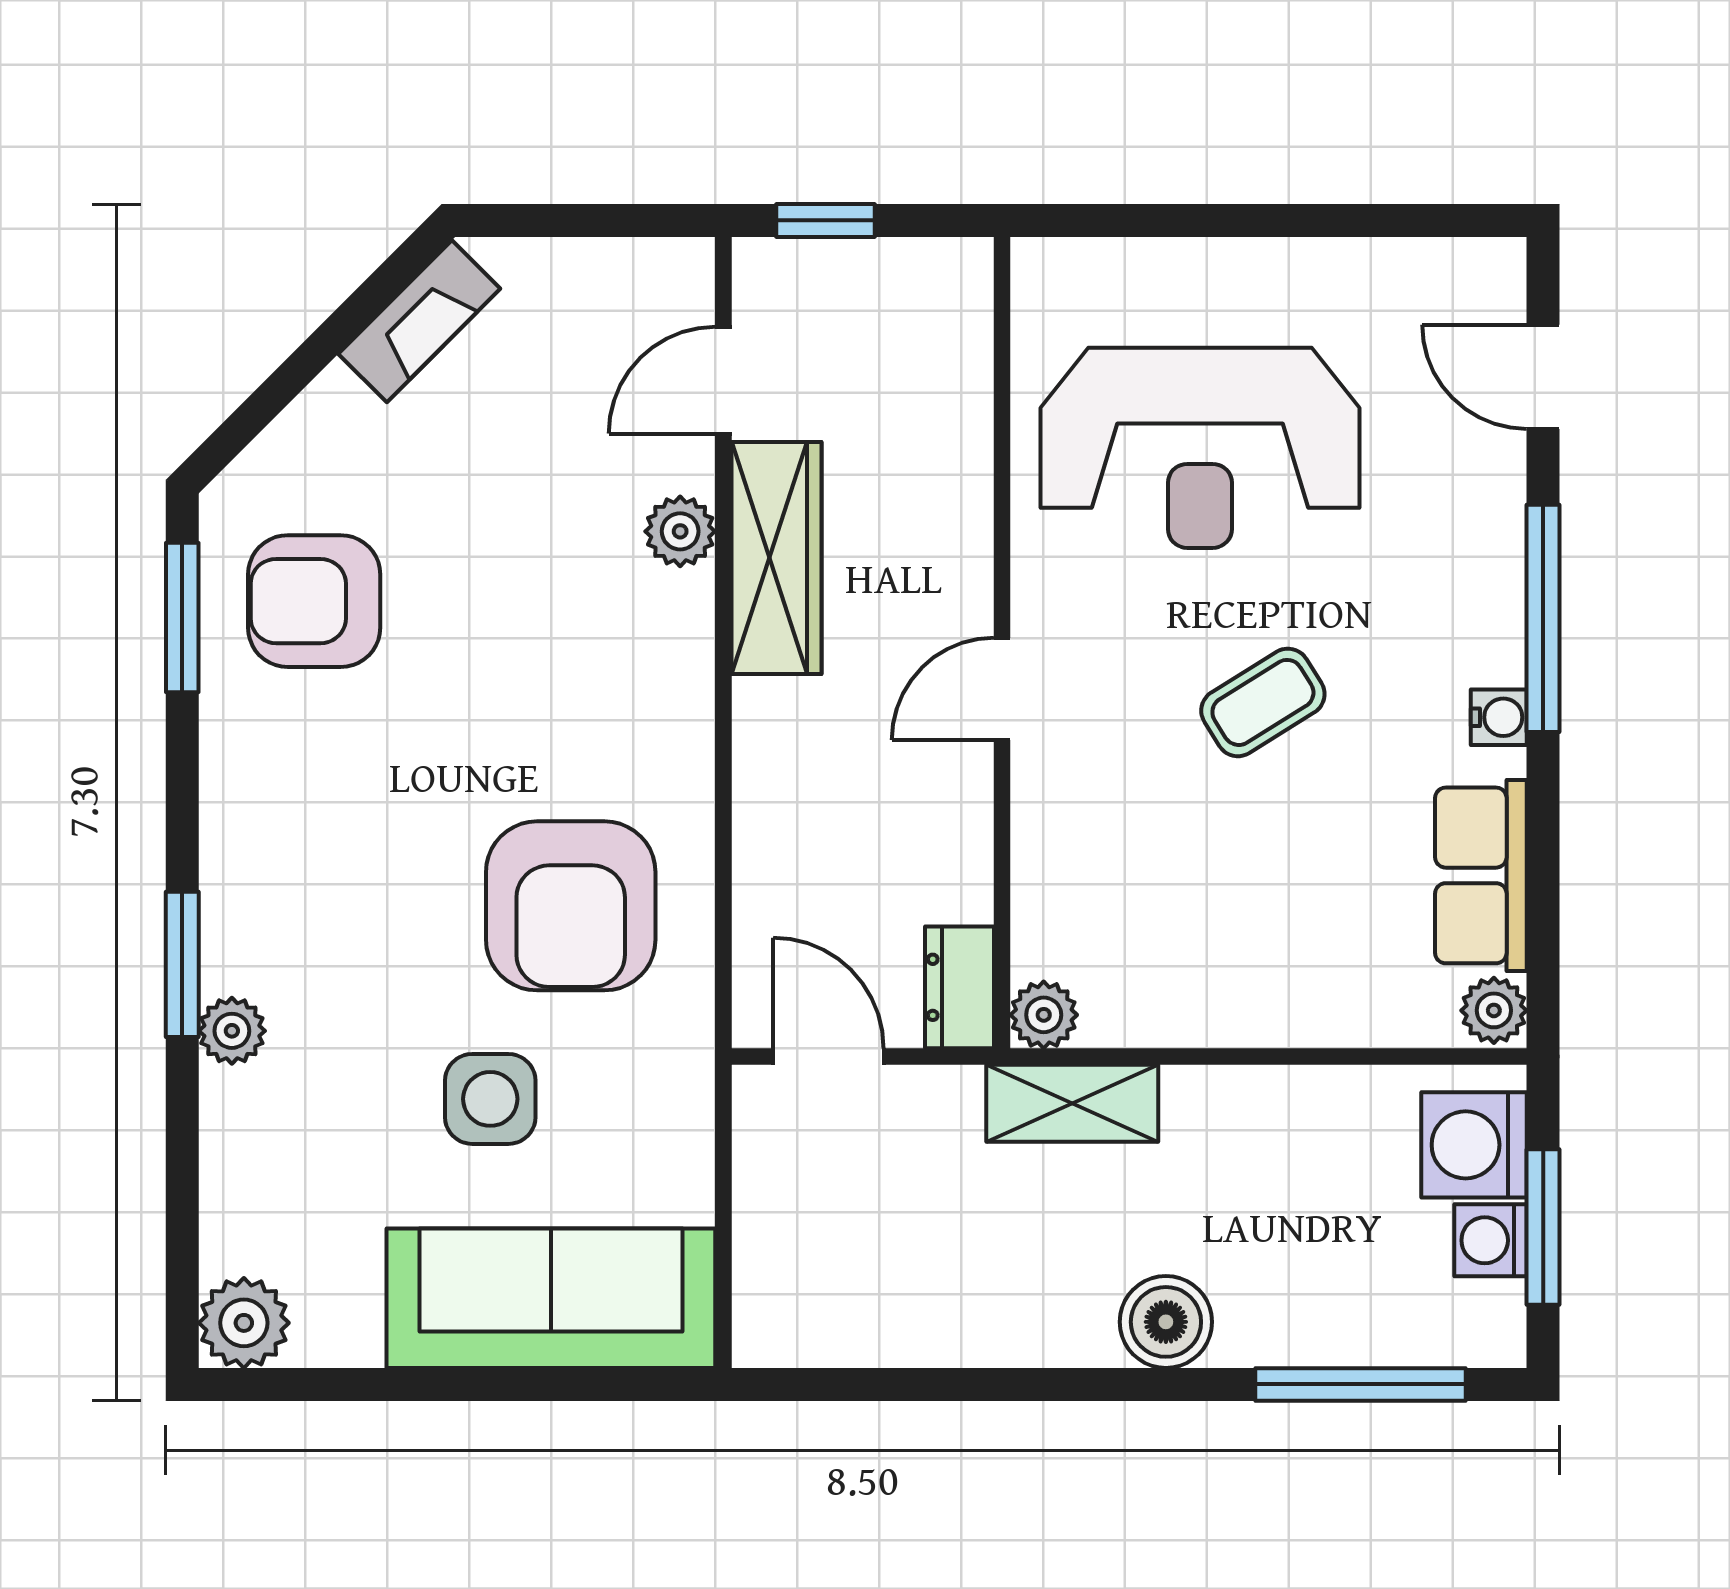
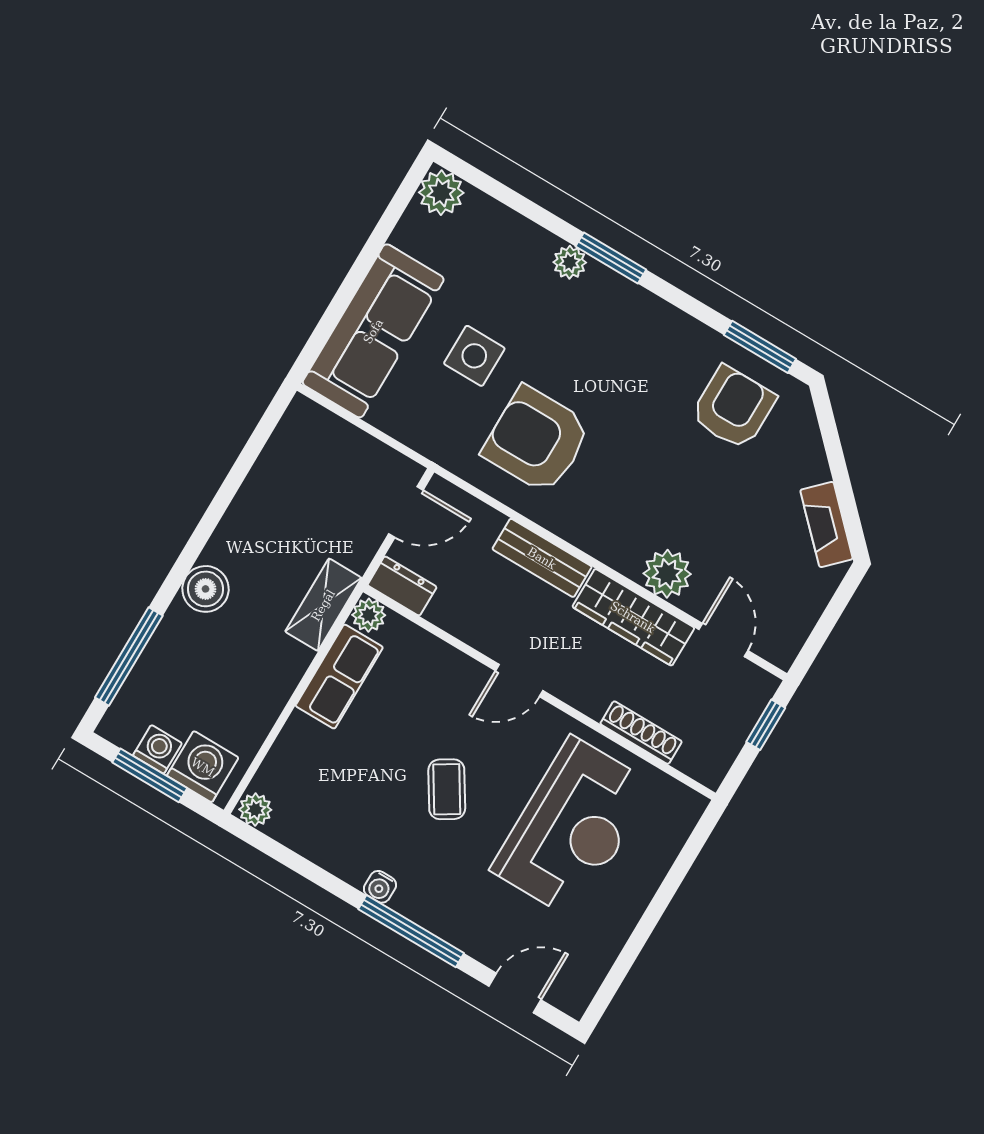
shoe rack: (967, 427) -> (641, 733), added
reception desk: (1200, 448) -> (572, 827), turned 180
plant: (680, 531) -> (667, 574), width x1.38, depth x1.38
door: (1002, 689) -> (519, 681), swing flipped
bench: (768, 776) -> (542, 558), added
row of seats: (1481, 875) -> (339, 677), moved, turned 90

